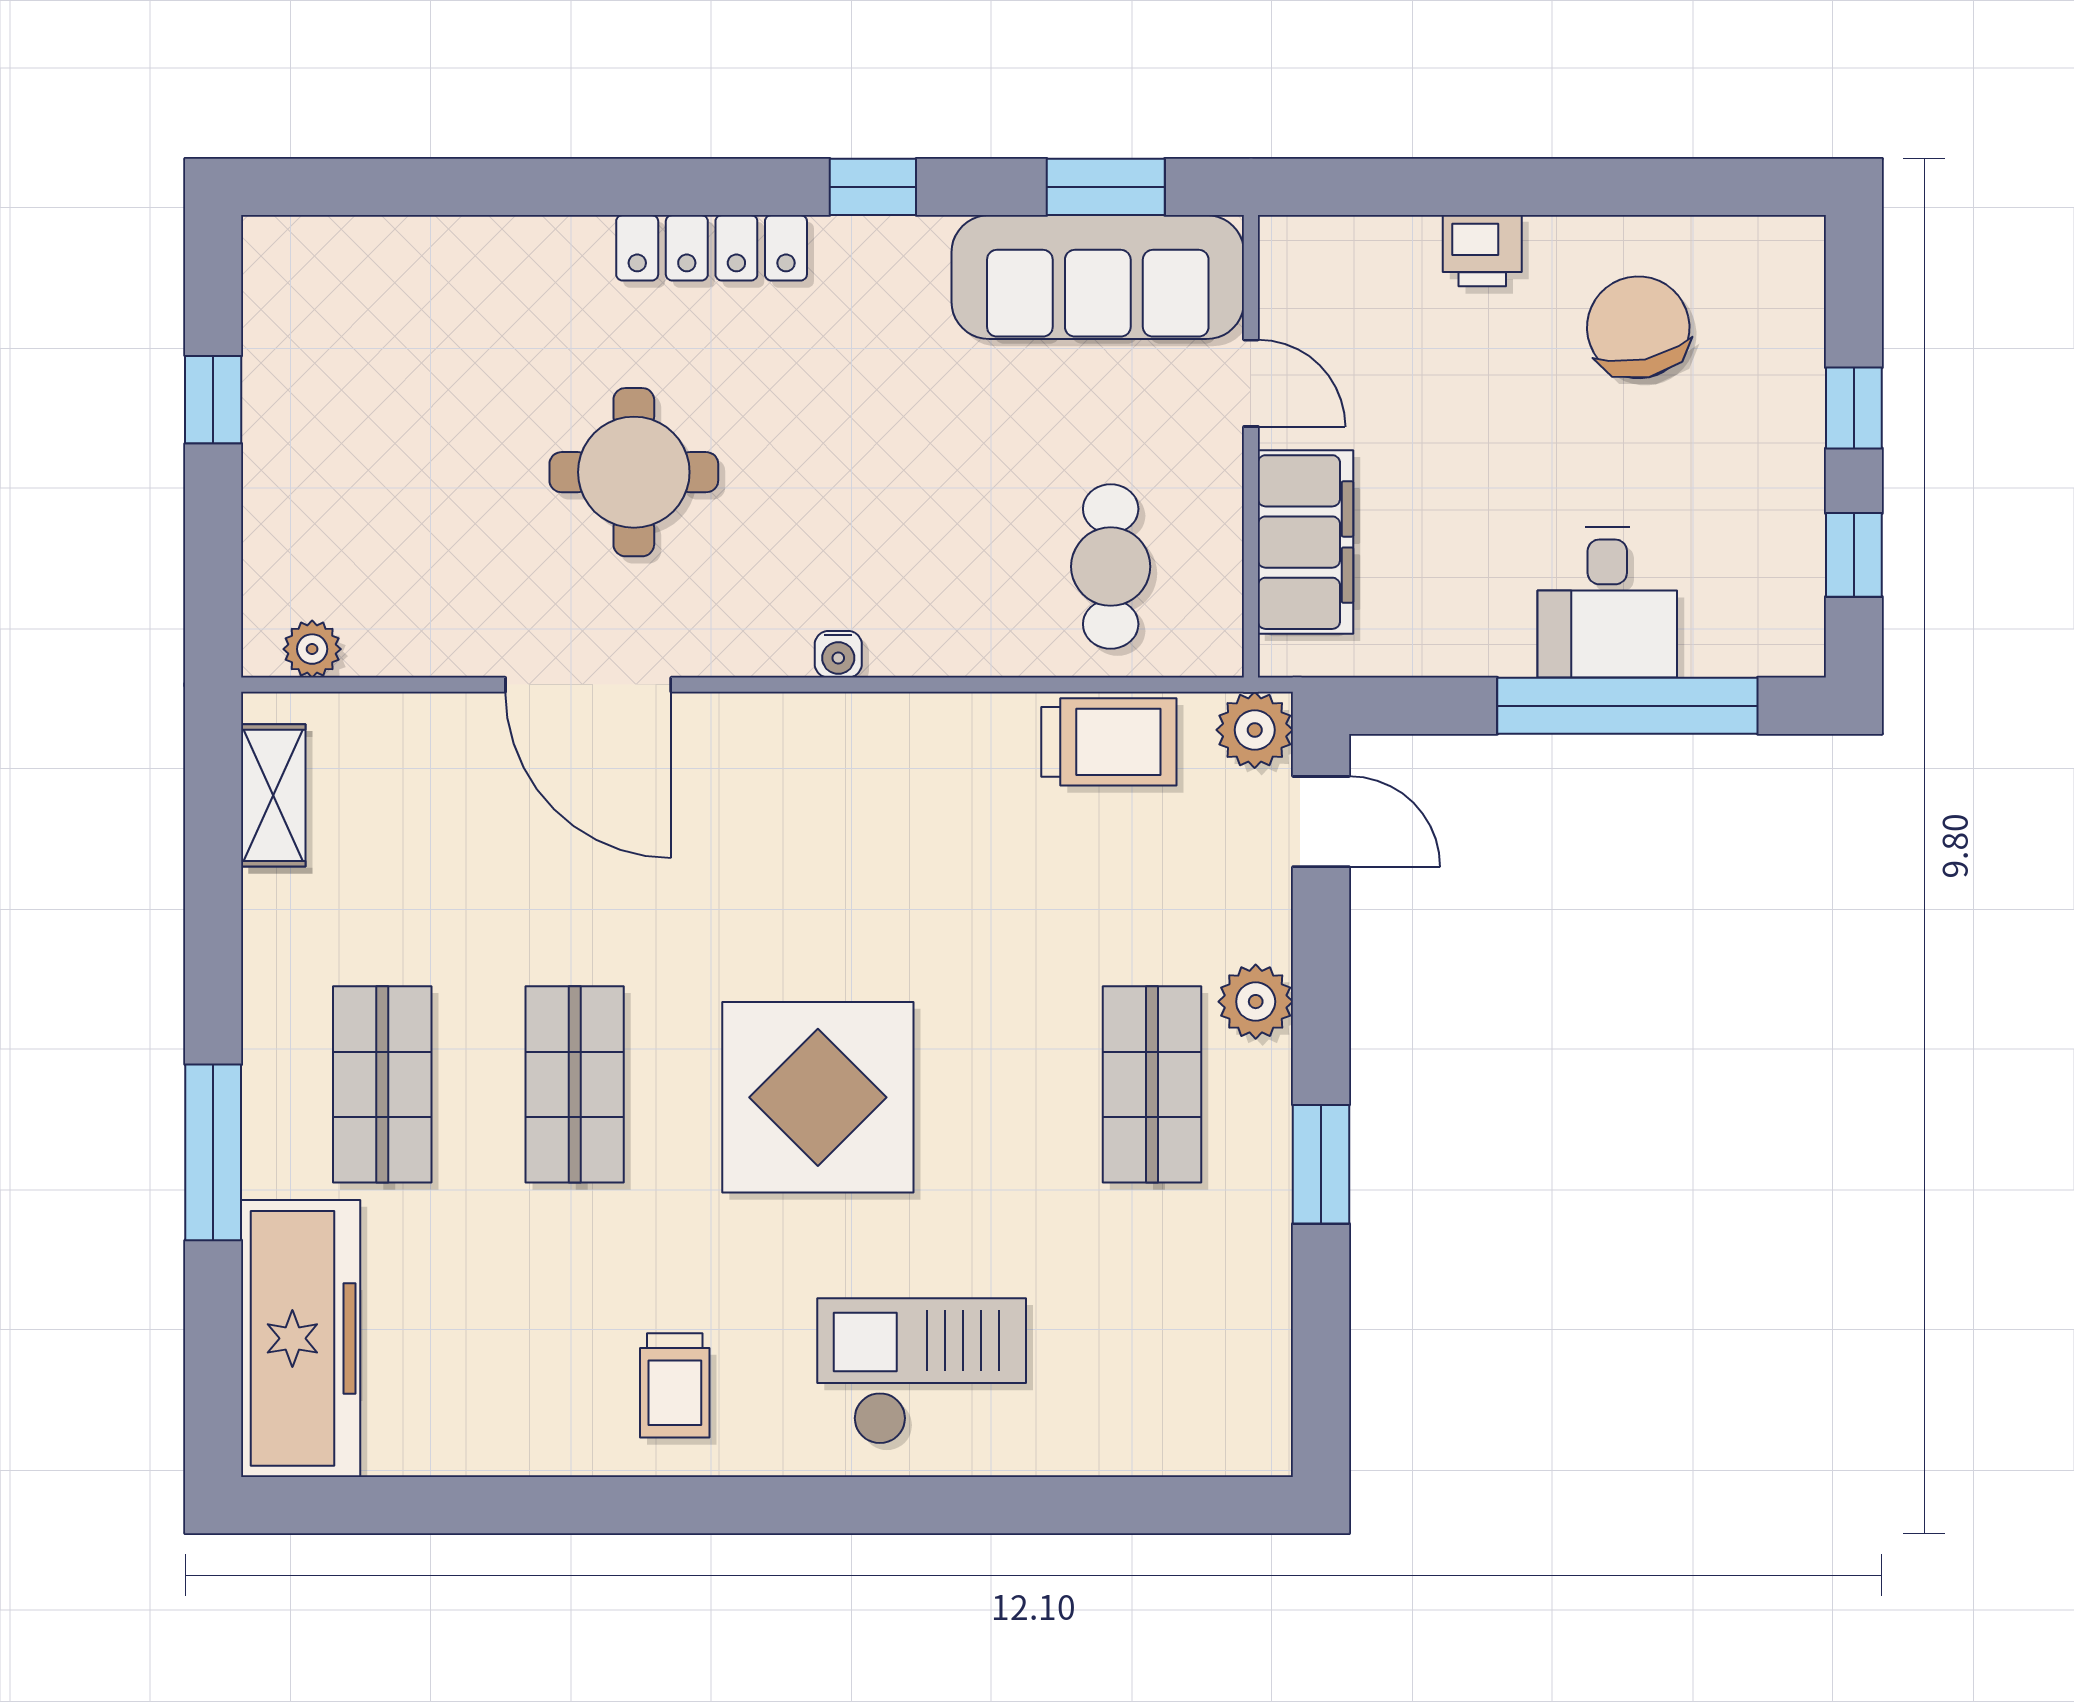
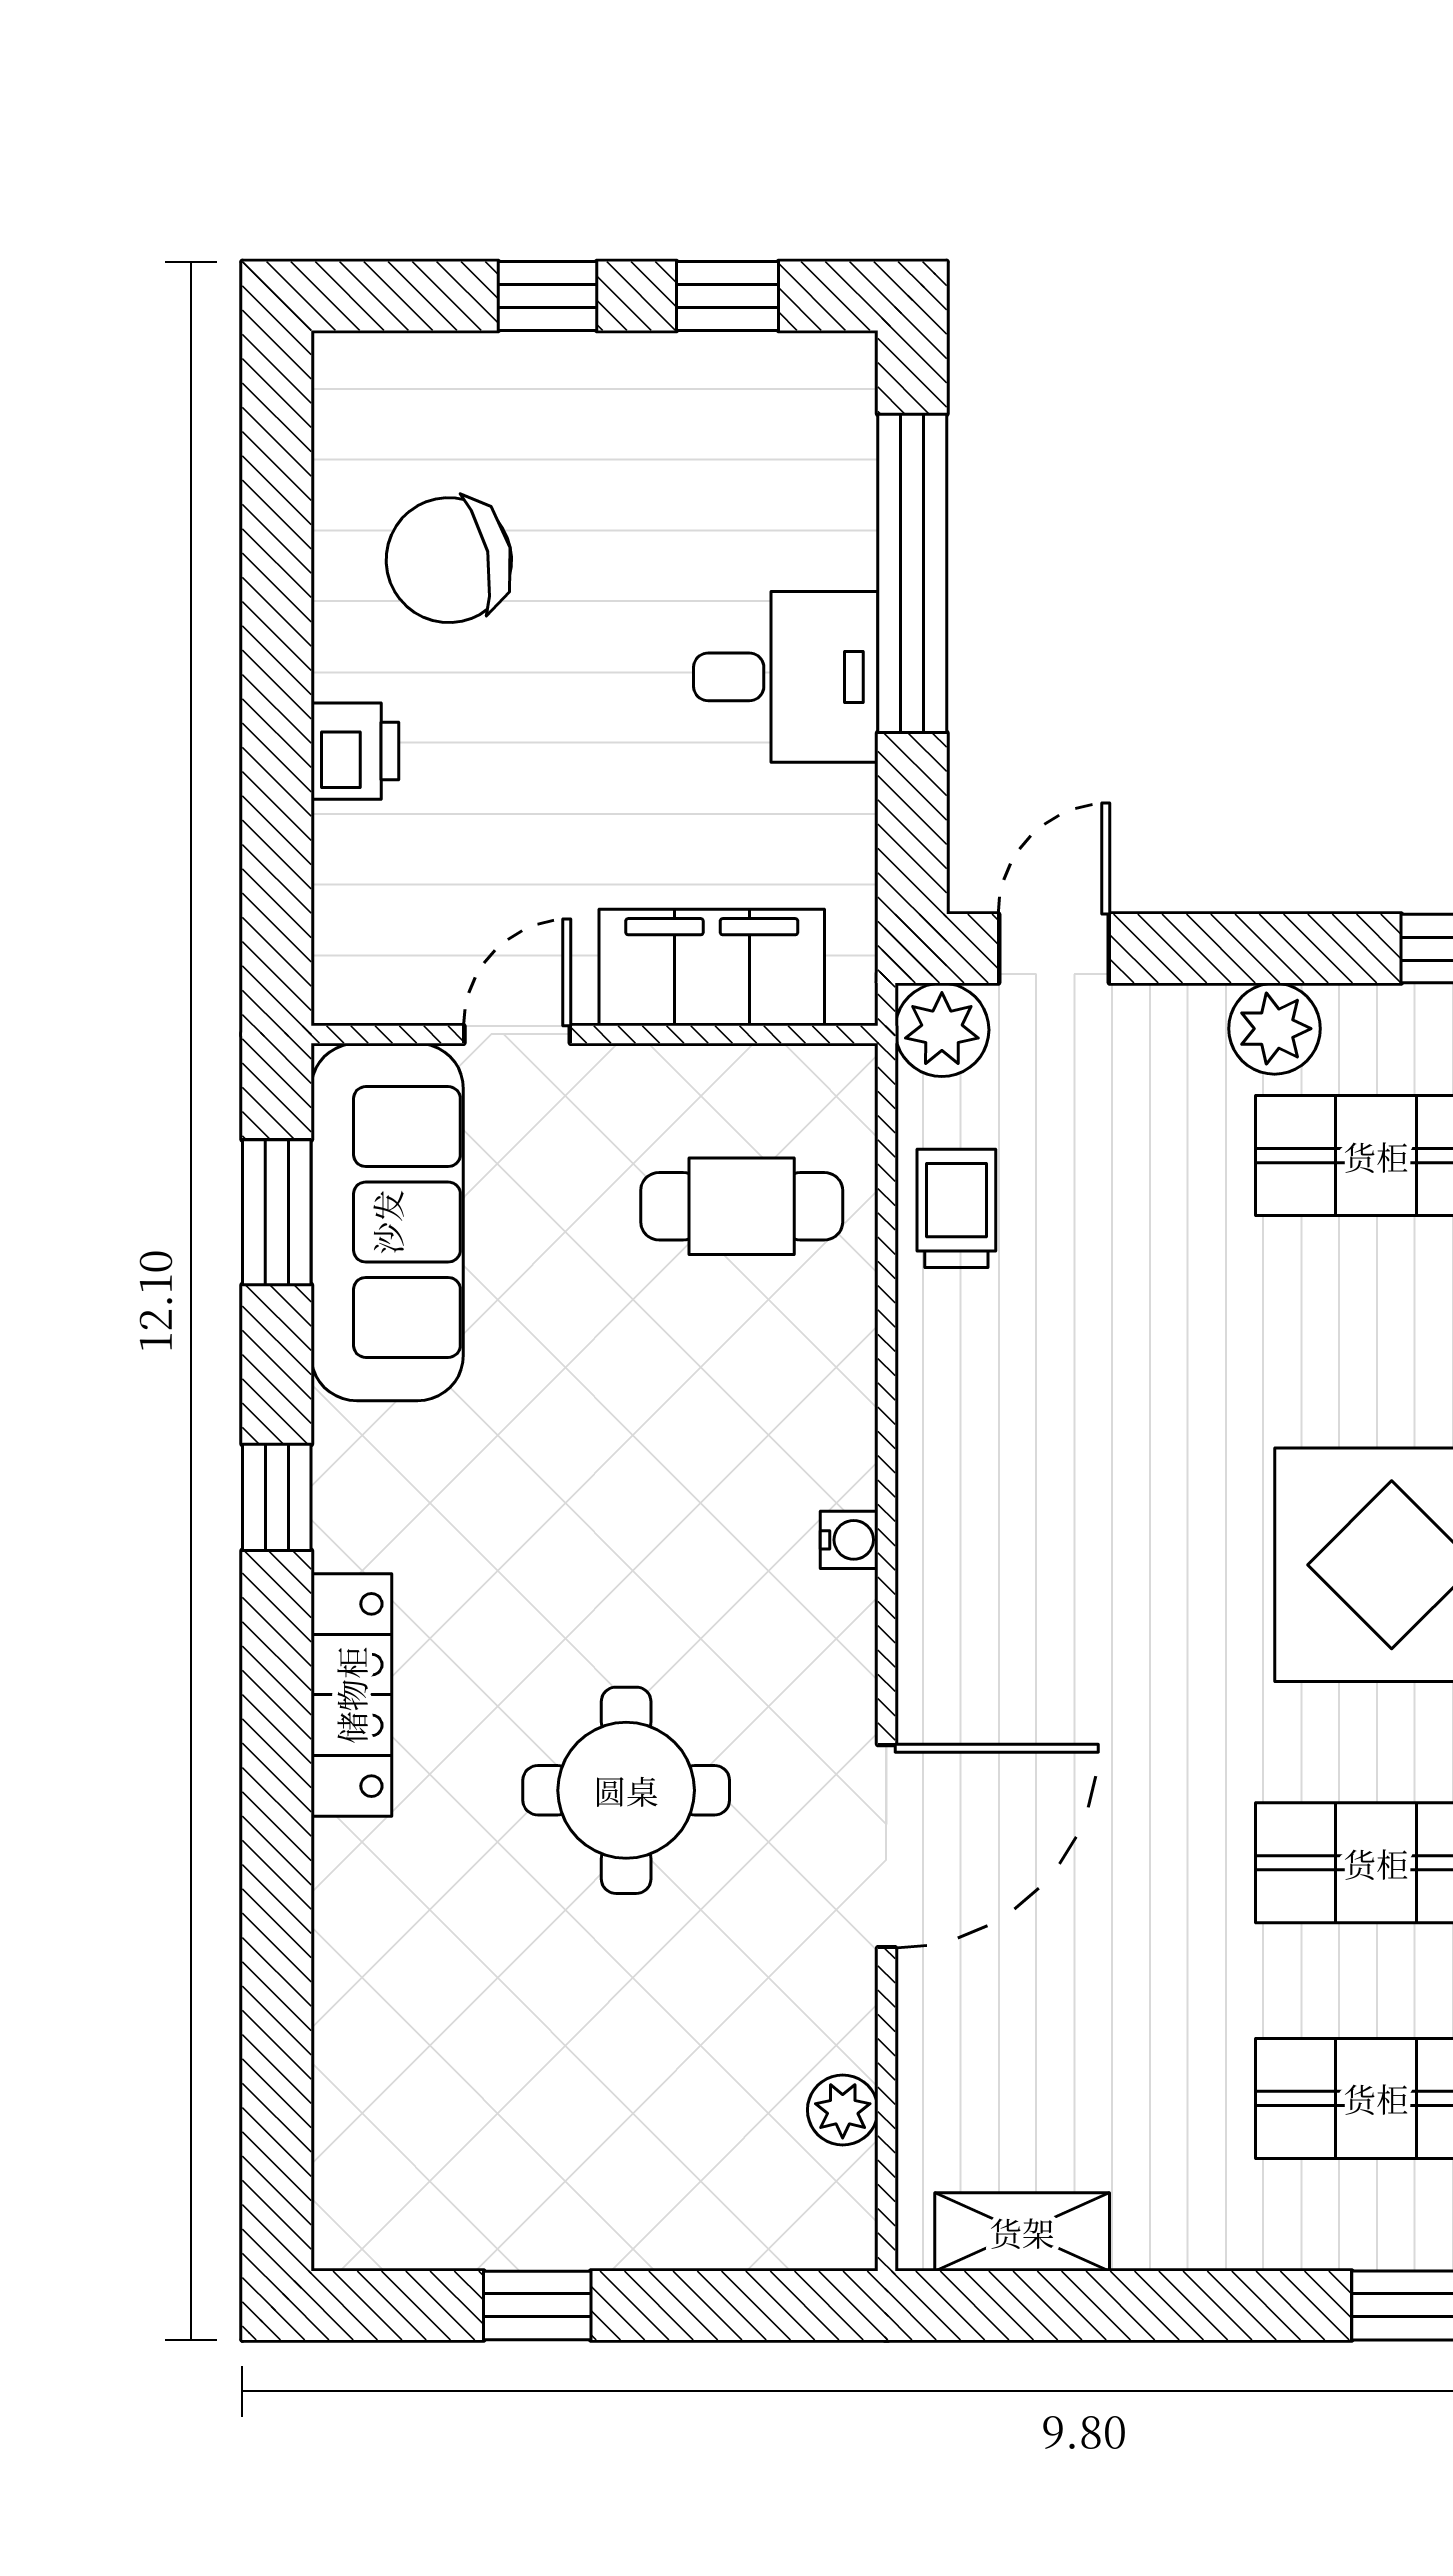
desk: (1607, 603) -> (786, 677), moved
plant: (312, 649) -> (843, 2110), moved
trolley: (1109, 742) -> (956, 1208), width x0.73, depth x0.72

